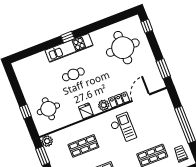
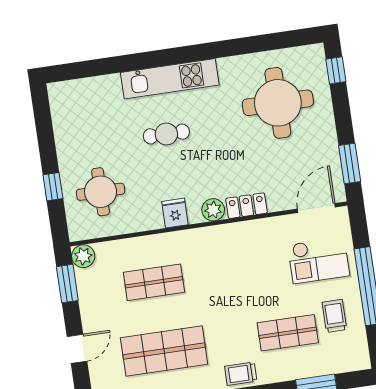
window: (68, 37) -> (172, 56), removed
door: (141, 98) -> (316, 208), moved
checkout: (123, 128) -> (319, 260), moved, turned 90
trolley: (181, 154) -> (334, 316), moved

